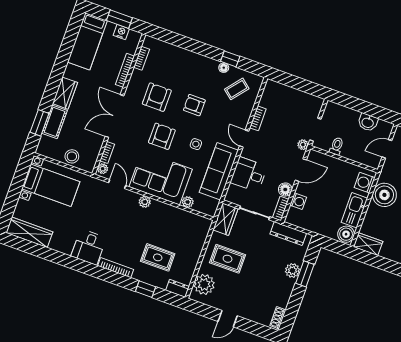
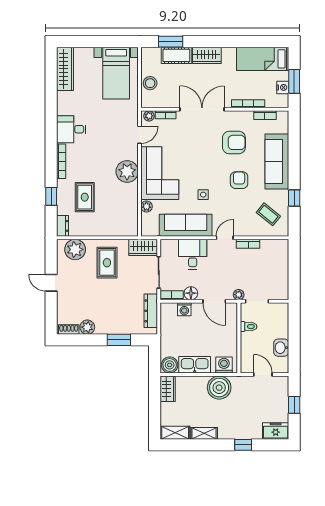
sofa: (190, 63) -> (277, 161), added
floor lamp: (224, 68) -> (284, 195), removed
armchair: (162, 136) -> (199, 160), removed
plant: (145, 202) -> (127, 172), width x1.88, depth x1.88
plant: (292, 271) -> (87, 327), moved

